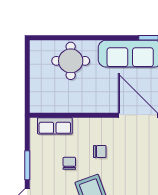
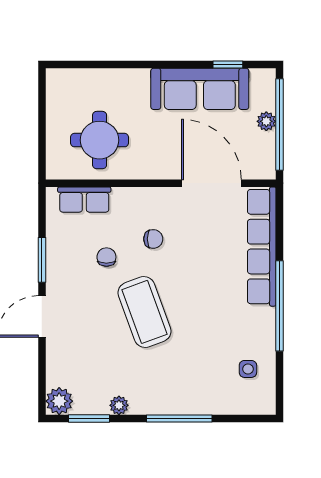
round table: (71, 61) -> (100, 140), moved

